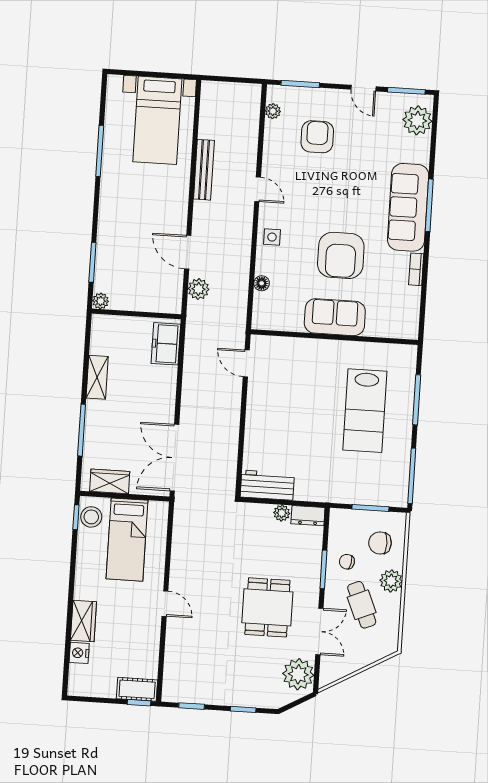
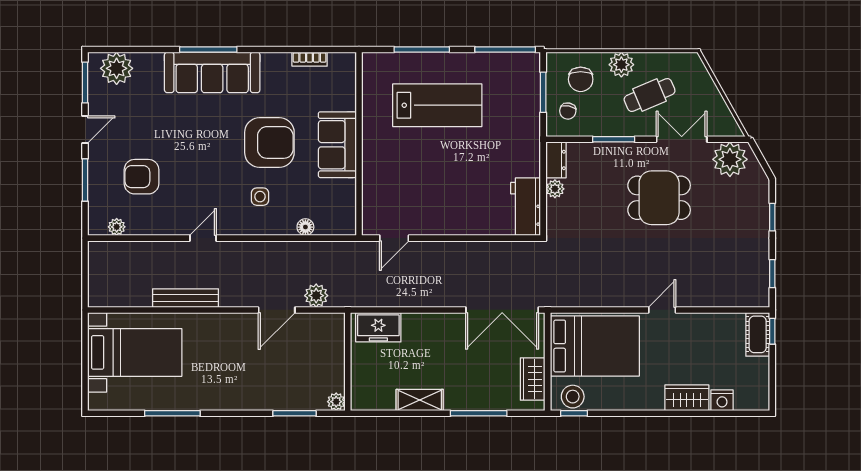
window: (300, 84) -> (85, 180), moved
side table: (272, 237) -> (260, 197), moved
bookcase: (416, 269) -> (310, 59), moved
bed: (127, 540) -> (595, 346), width x1.50
chair: (347, 562) -> (568, 111), moved

